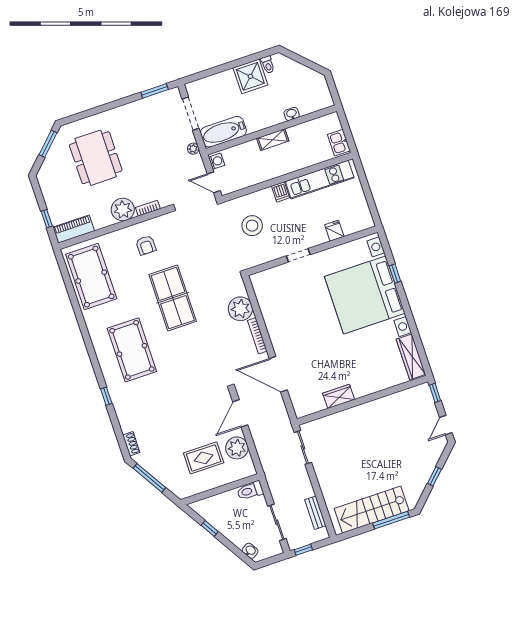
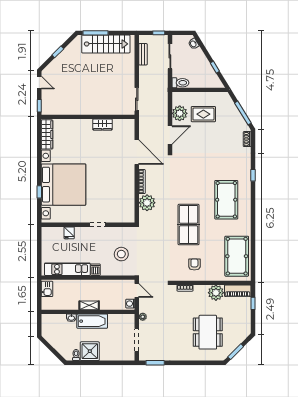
bathtub: (223, 132) -> (92, 321), moved
plant: (123, 210) -> (216, 293), moved
door: (446, 425) -> (39, 83), hinge flipped

